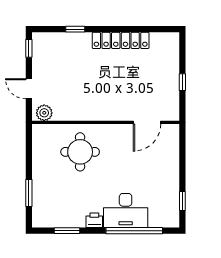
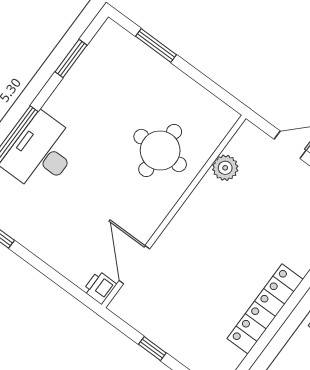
plant: (44, 113) -> (225, 168), moved
printer: (94, 220) -> (100, 287), moved, turned 180

